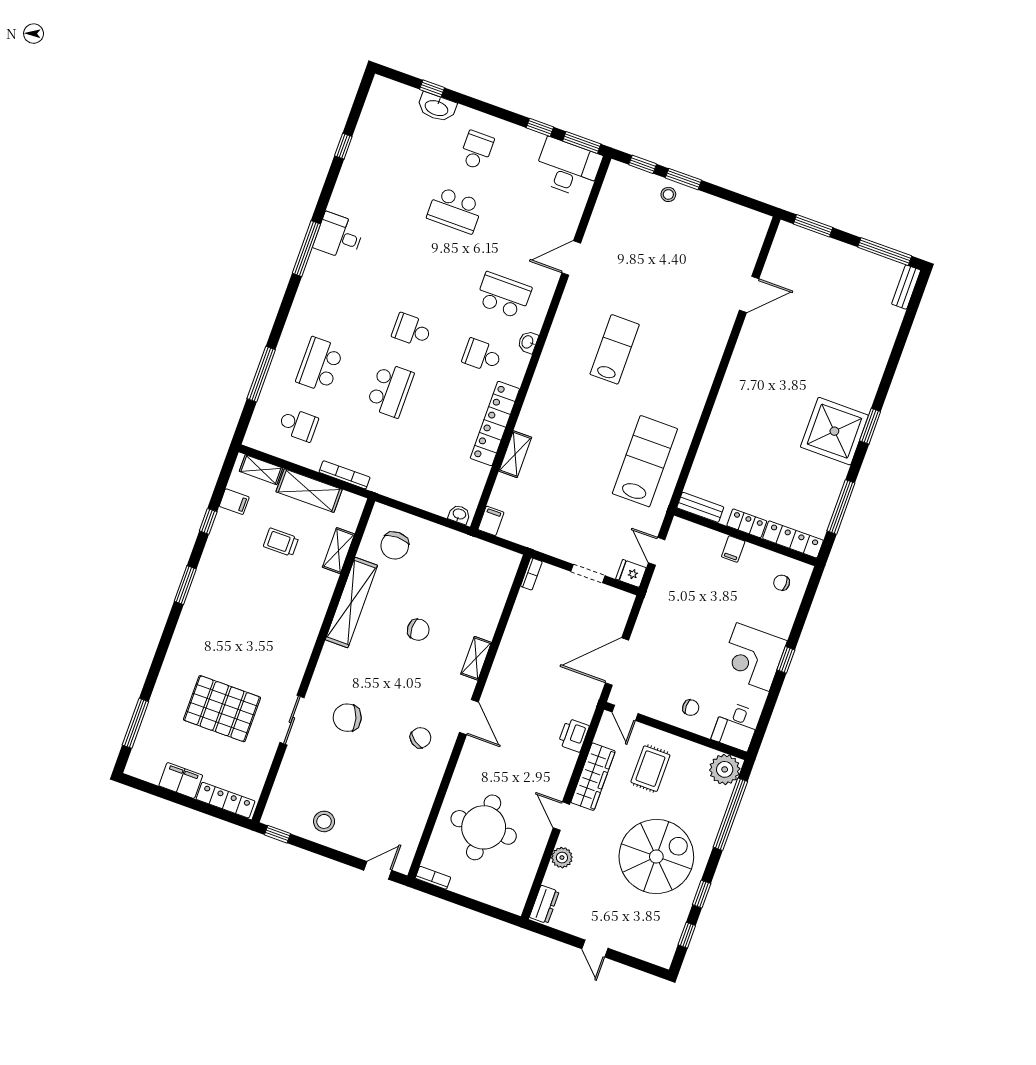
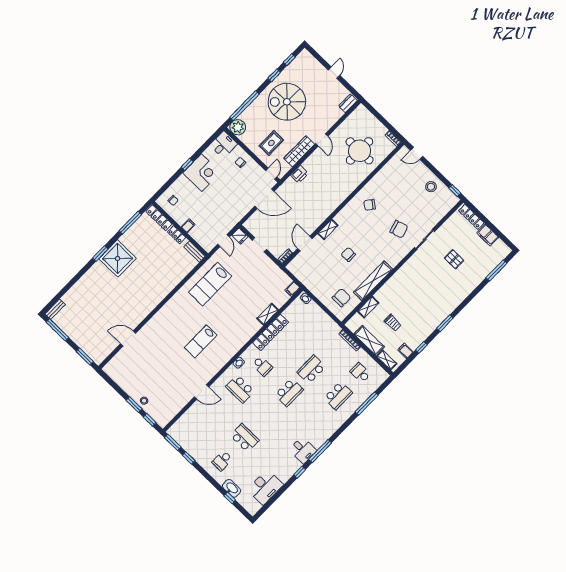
window: (343, 146) -> (300, 472), moved
desk: (568, 168) -> (265, 487), moved, turned -90
school desk: (412, 330) -> (289, 392), width x1.85
pallet: (222, 709) -> (454, 259), width x0.49, depth x0.50
door: (469, 717) -> (305, 244), moved
plant: (562, 858) -> (330, 121), removed

